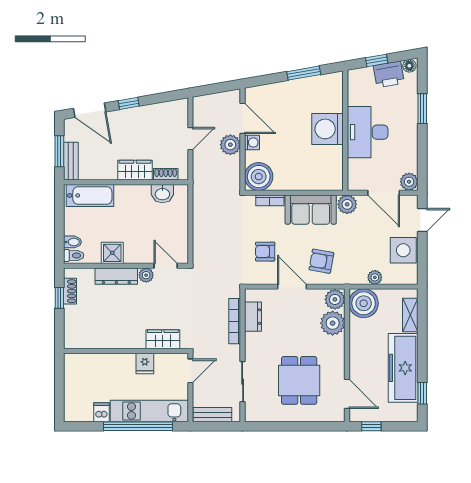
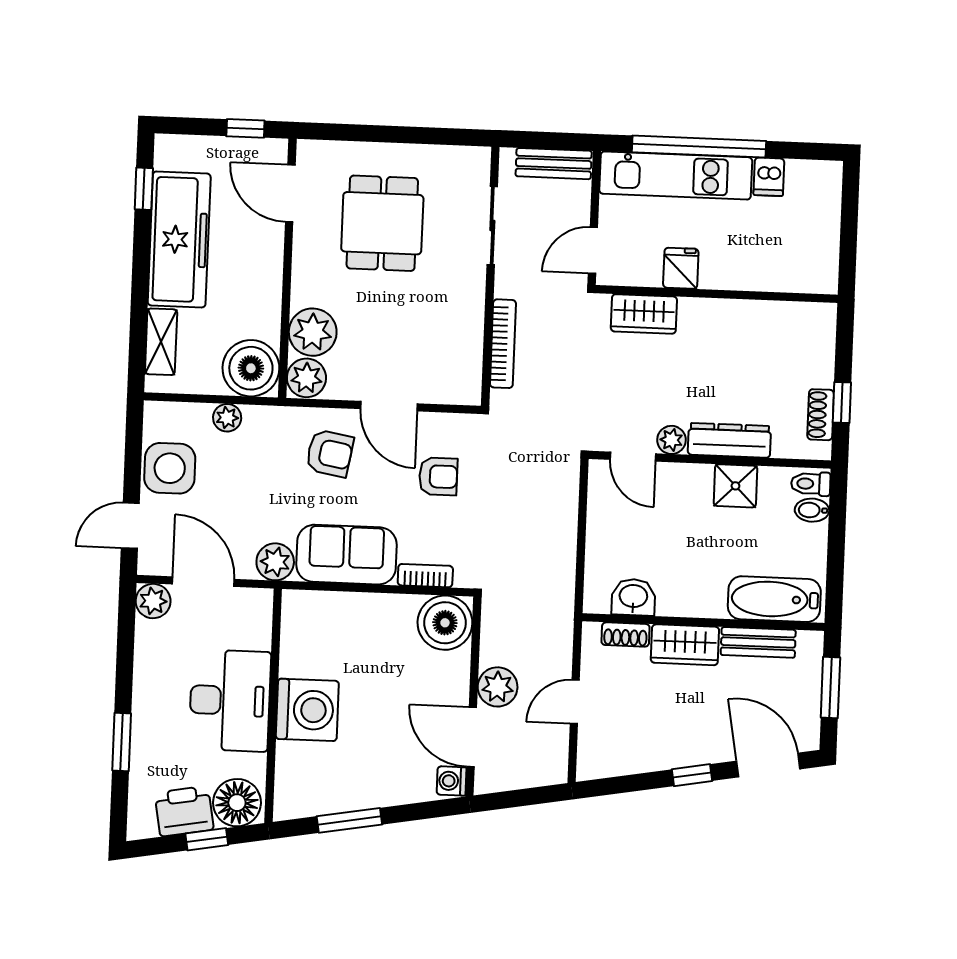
floor lamp: (409, 66) -> (237, 803), moved, width x1.89, depth x1.89
washing machine: (252, 142) -> (452, 781), moved
bench: (71, 161) -> (758, 642), moved, turned 90
dresser: (253, 317) -> (467, 351), removed

